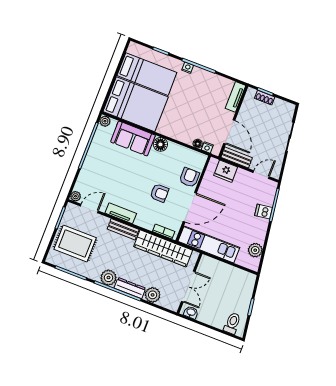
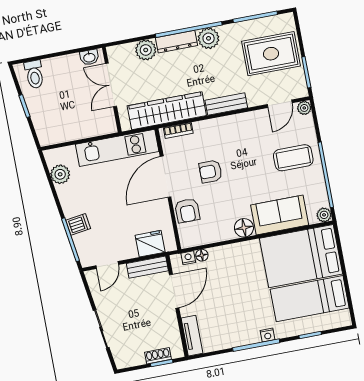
door: (229, 132) -> (174, 291), swing flipped
coffee table: (102, 169) -> (293, 158), added
tv unit: (121, 213) -> (240, 121), removed

